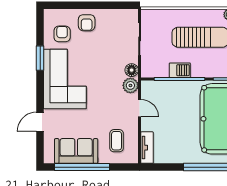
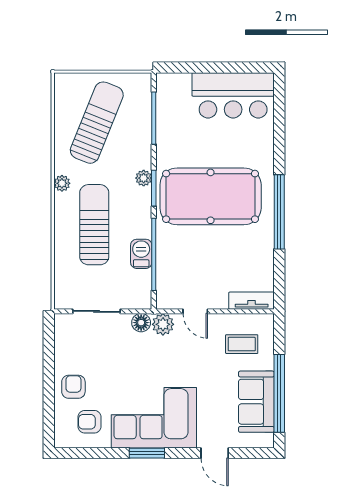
armchair: (87, 23) -> (73, 387), turned -90
window: (40, 58) -> (147, 453), moved
door: (140, 108) -> (195, 311), swing flipped

